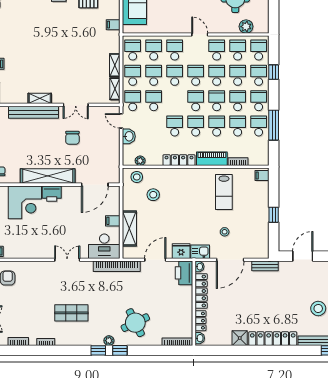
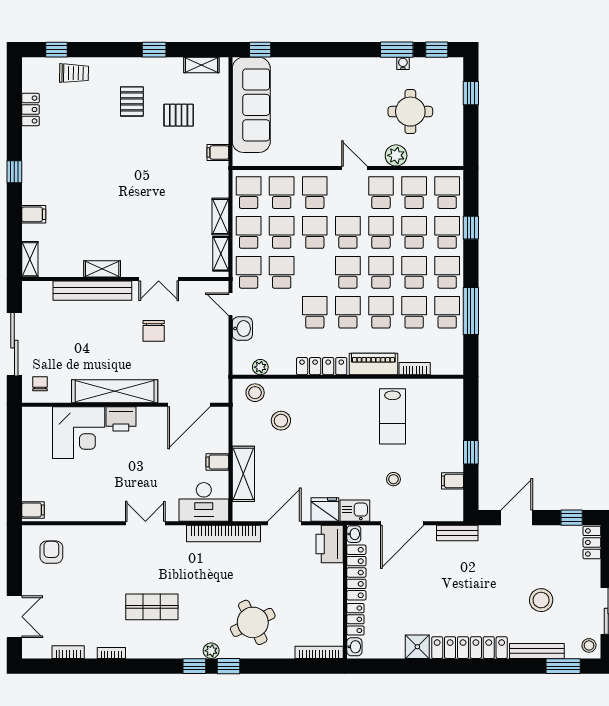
plant: (246, 27) -> (396, 155), moved
filing cabinet: (262, 175) -> (453, 481), moved

